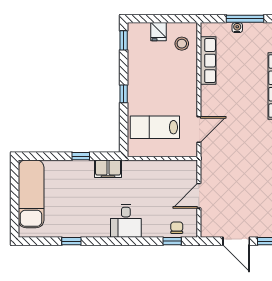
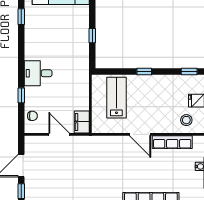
door: (199, 129) -> (140, 134), moved
filing cabinet: (108, 169) -> (82, 122), moved
window: (71, 241) -> (21, 17), moved
window: (172, 241) -> (21, 95), moved

